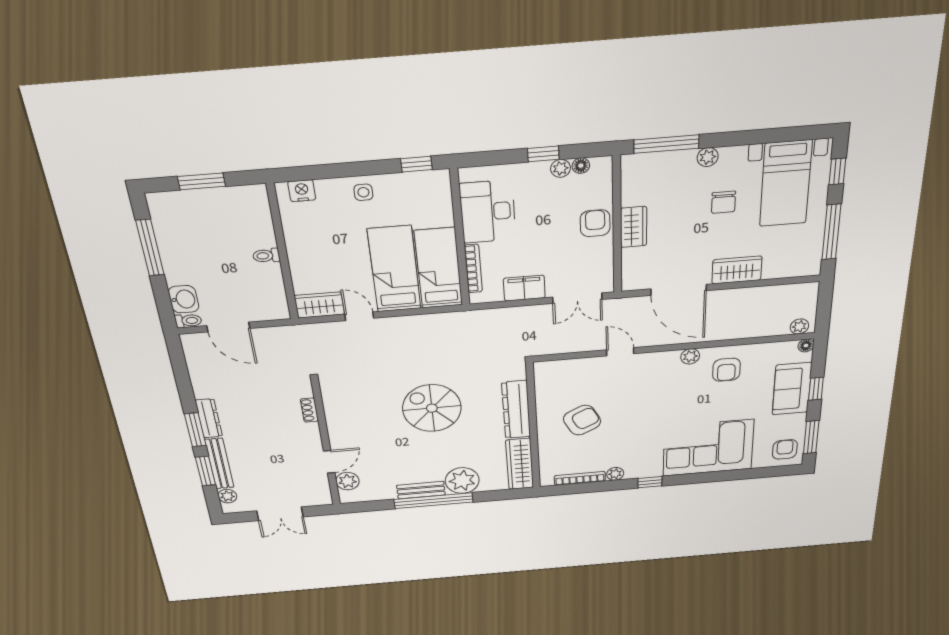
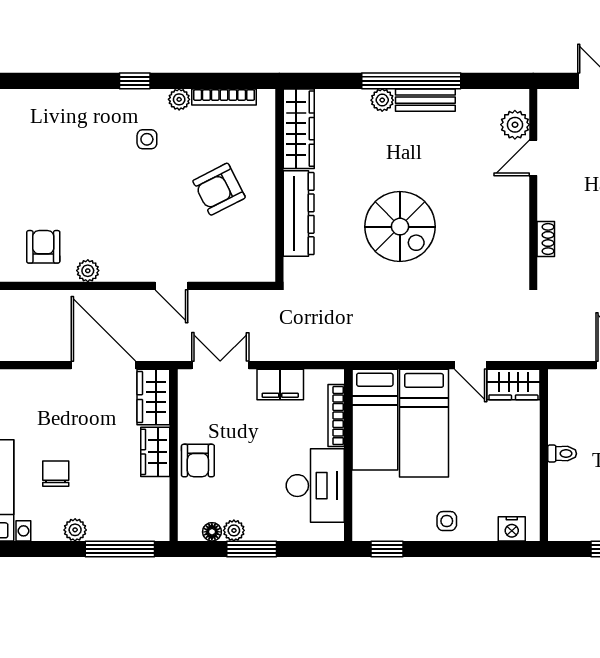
window: (543, 154) -> (252, 549), width x1.50
wardrobe: (737, 270) -> (153, 397), moved, turned 90
side table: (641, 447) -> (147, 139), added
corner sofa: (708, 448) -> (62, 129), removed
plant: (462, 481) -> (382, 100), width x0.53, depth x0.53

